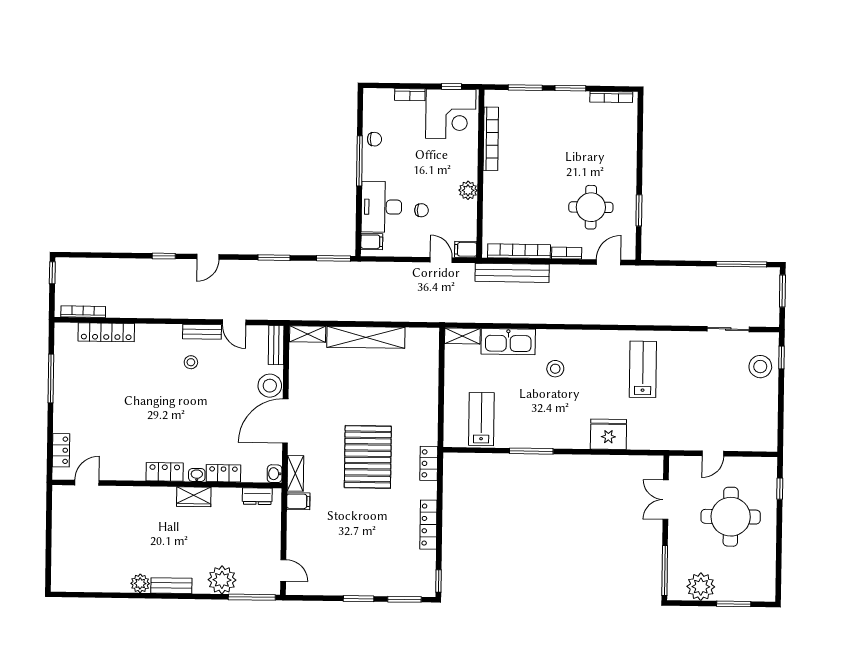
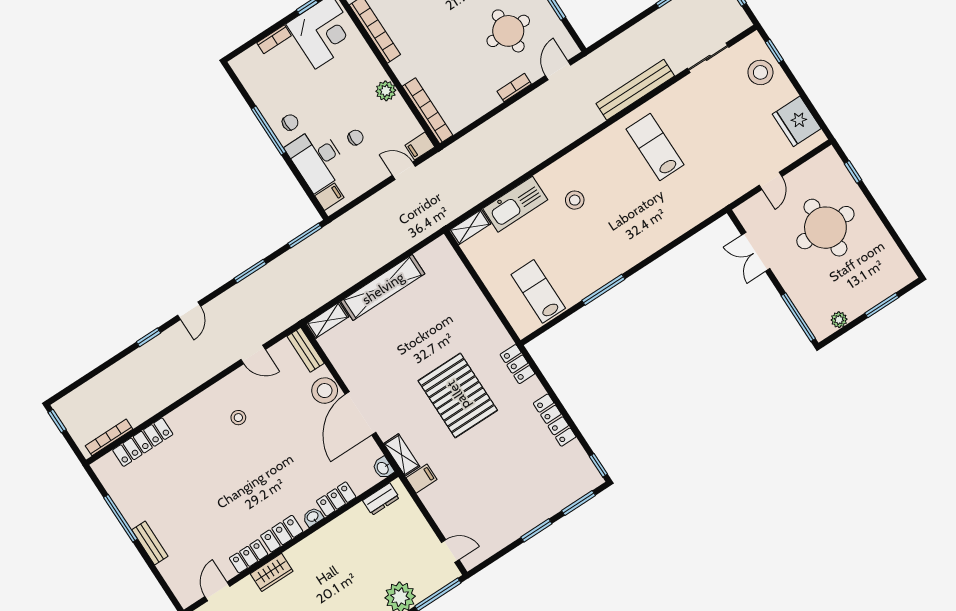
chair: (374, 139) -> (290, 122), moved
bookcase: (519, 251) -> (428, 111), moved, turned 90
bench: (512, 273) -> (635, 90), moved
bench: (202, 332) -> (150, 543), moved, turned 90
fridge: (608, 434) -> (797, 121), moved, turned -90
locker: (61, 450) -> (249, 556), moved, turned -90
wardrobe: (194, 497) -> (272, 572), moved
plant: (701, 587) -> (839, 320), width x0.53, depth x0.53

